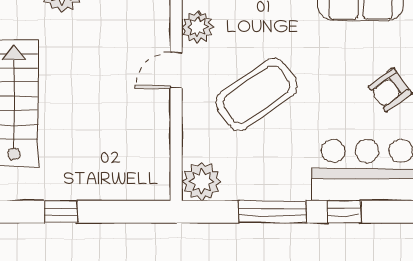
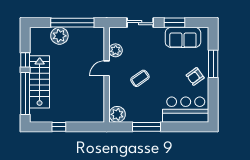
coffee table: (257, 94) -> (140, 78), width x0.54, depth x0.58
window: (344, 212) -> (176, 127), removed

